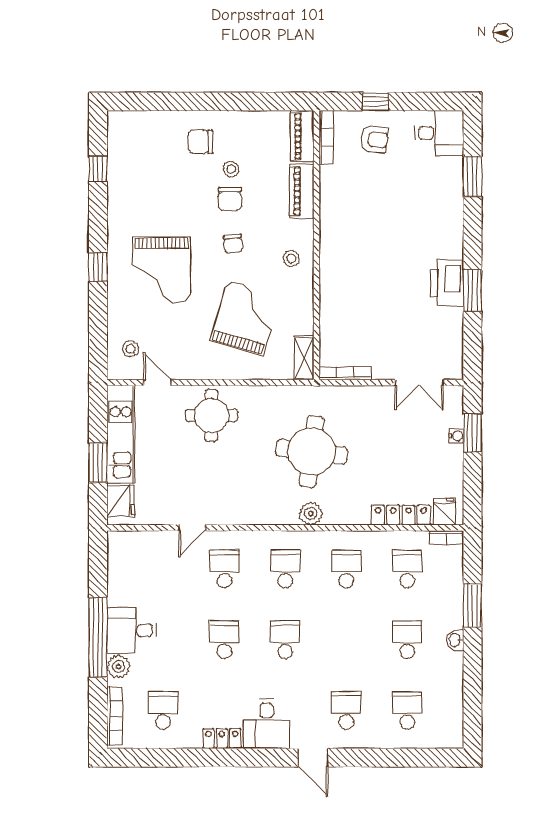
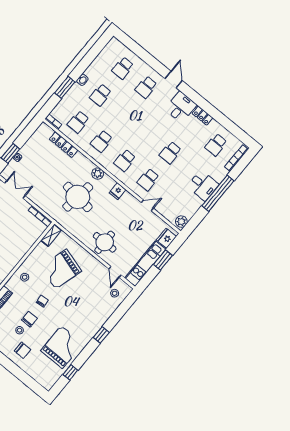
grand piano: (162, 270) -> (62, 347), moved
fridge: (444, 512) -> (118, 191), moved
school desk: (285, 640) -> (147, 133), removed
plant: (119, 667) -> (181, 222), moved

